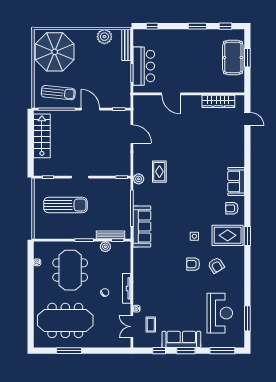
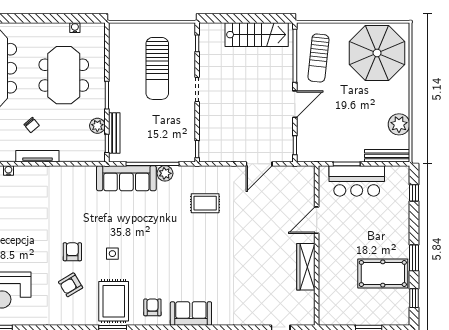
pool table: (233, 57) -> (383, 273), moved
wardrobe: (218, 101) -> (306, 267), moved
plant: (139, 179) -> (165, 173), moved
meeting table: (70, 270) -> (64, 75), turned 90

